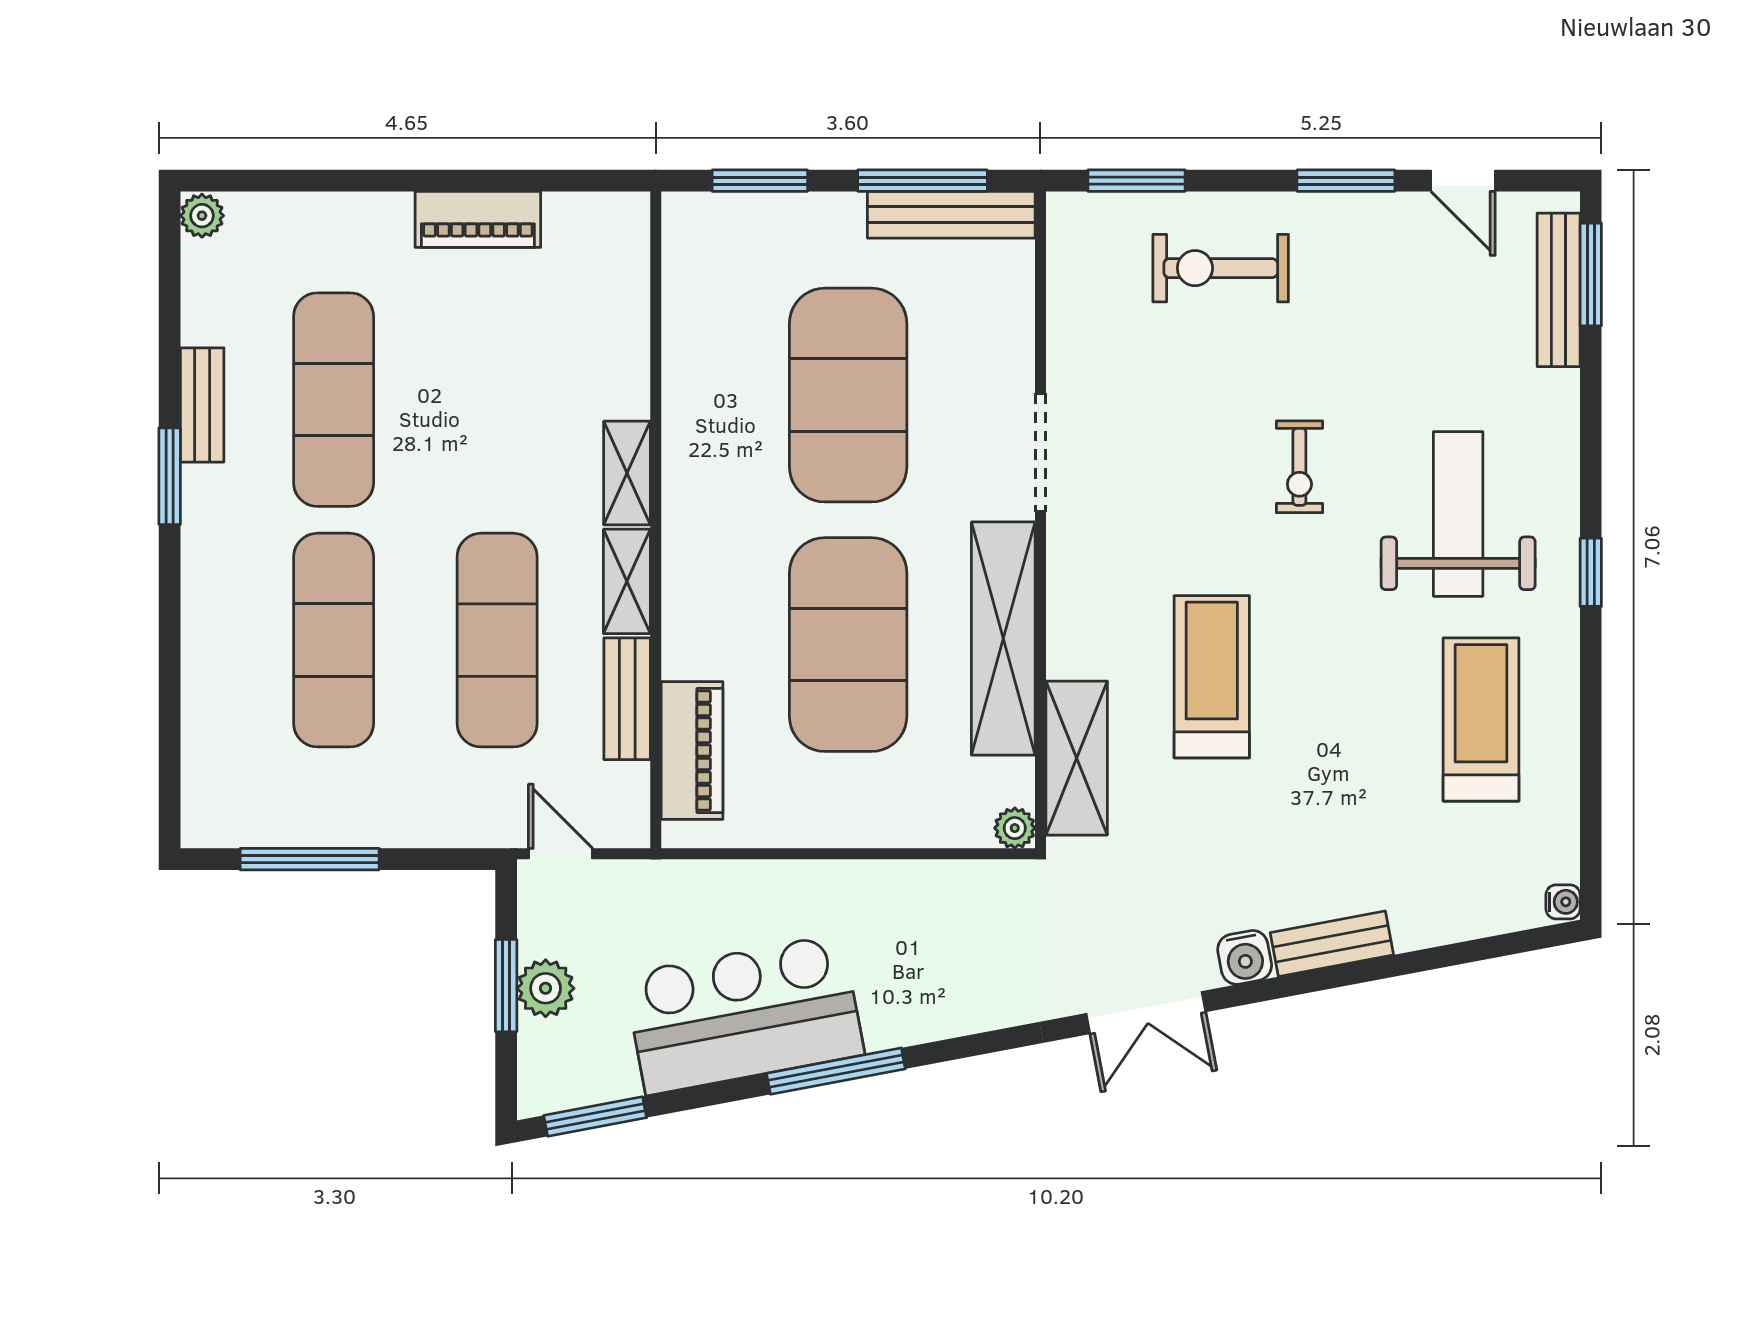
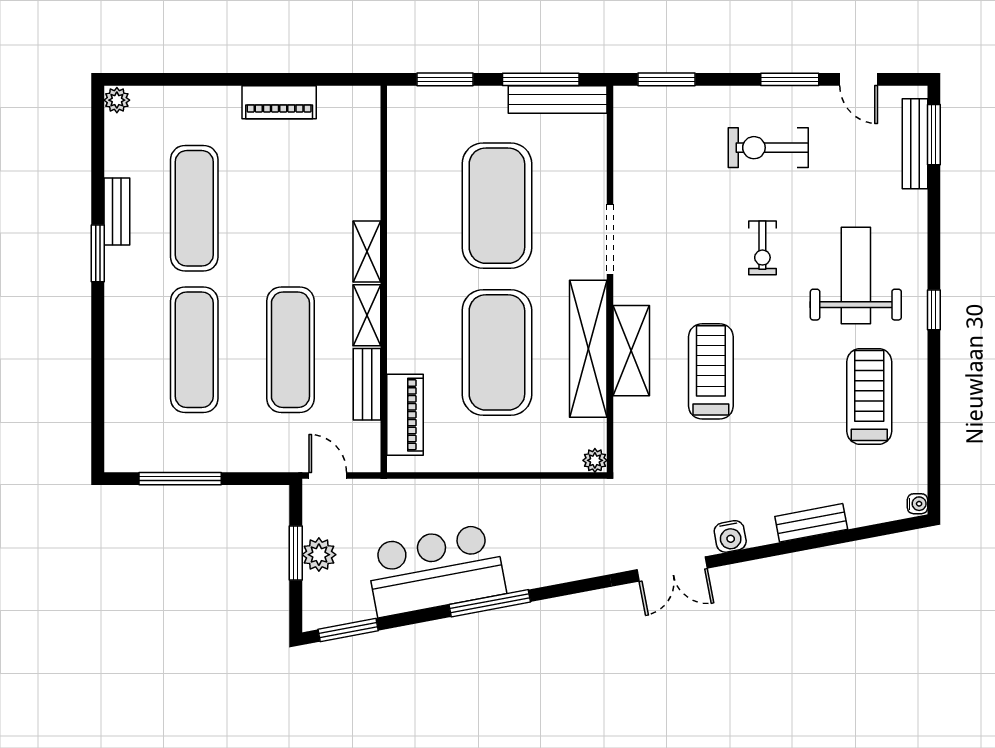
exercise bike: (1221, 268) -> (768, 148), moved
shelving: (1077, 758) -> (631, 351), moved
bench: (1332, 944) -> (811, 523), moved

